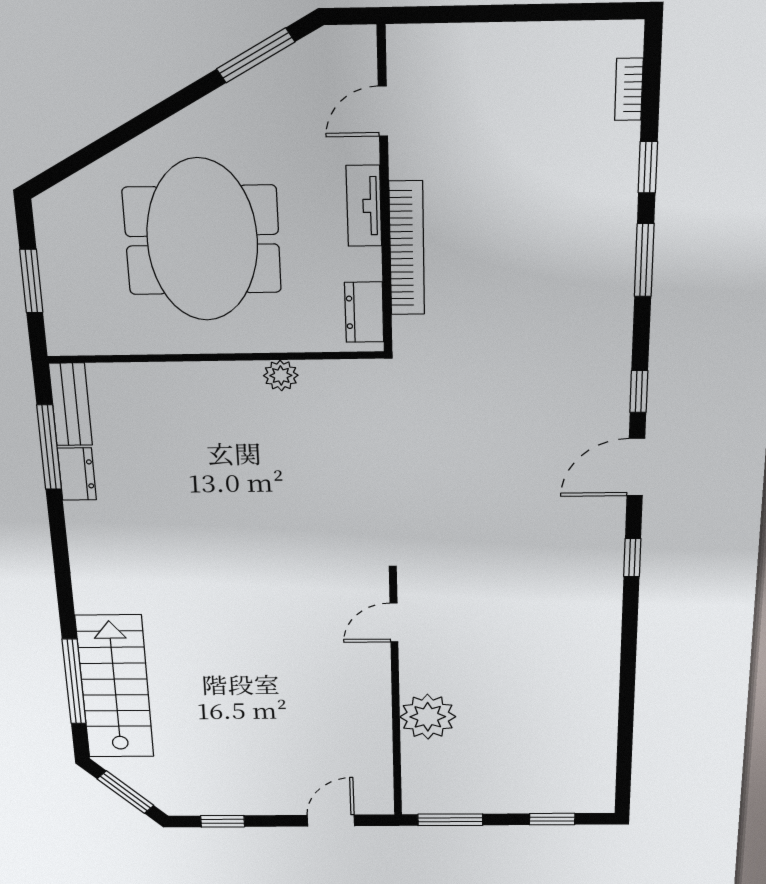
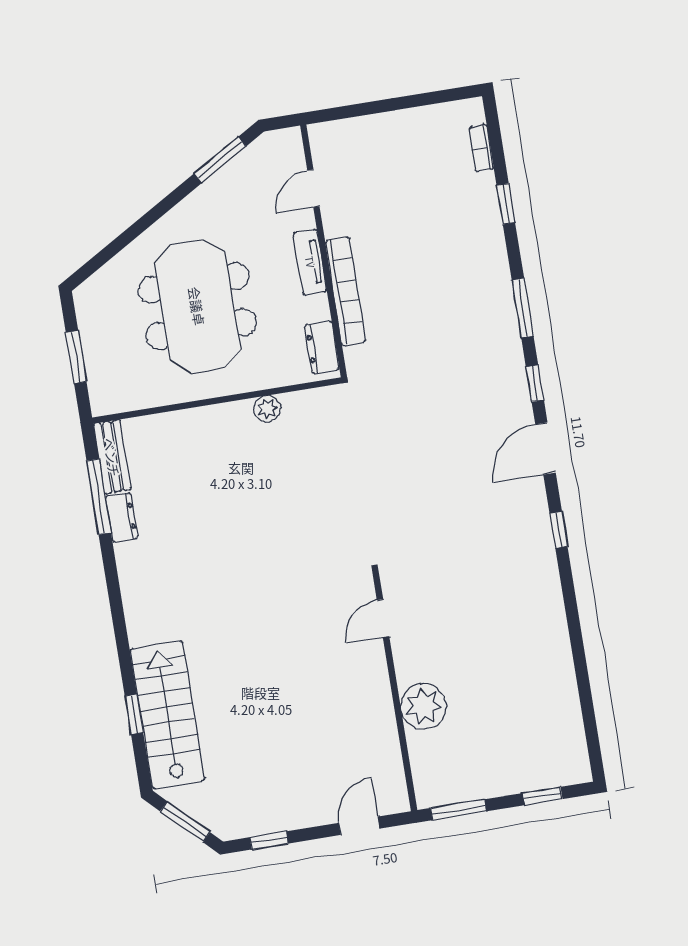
window: (644, 260) -> (523, 308), moved
window: (74, 681) -> (134, 714), width x0.46

